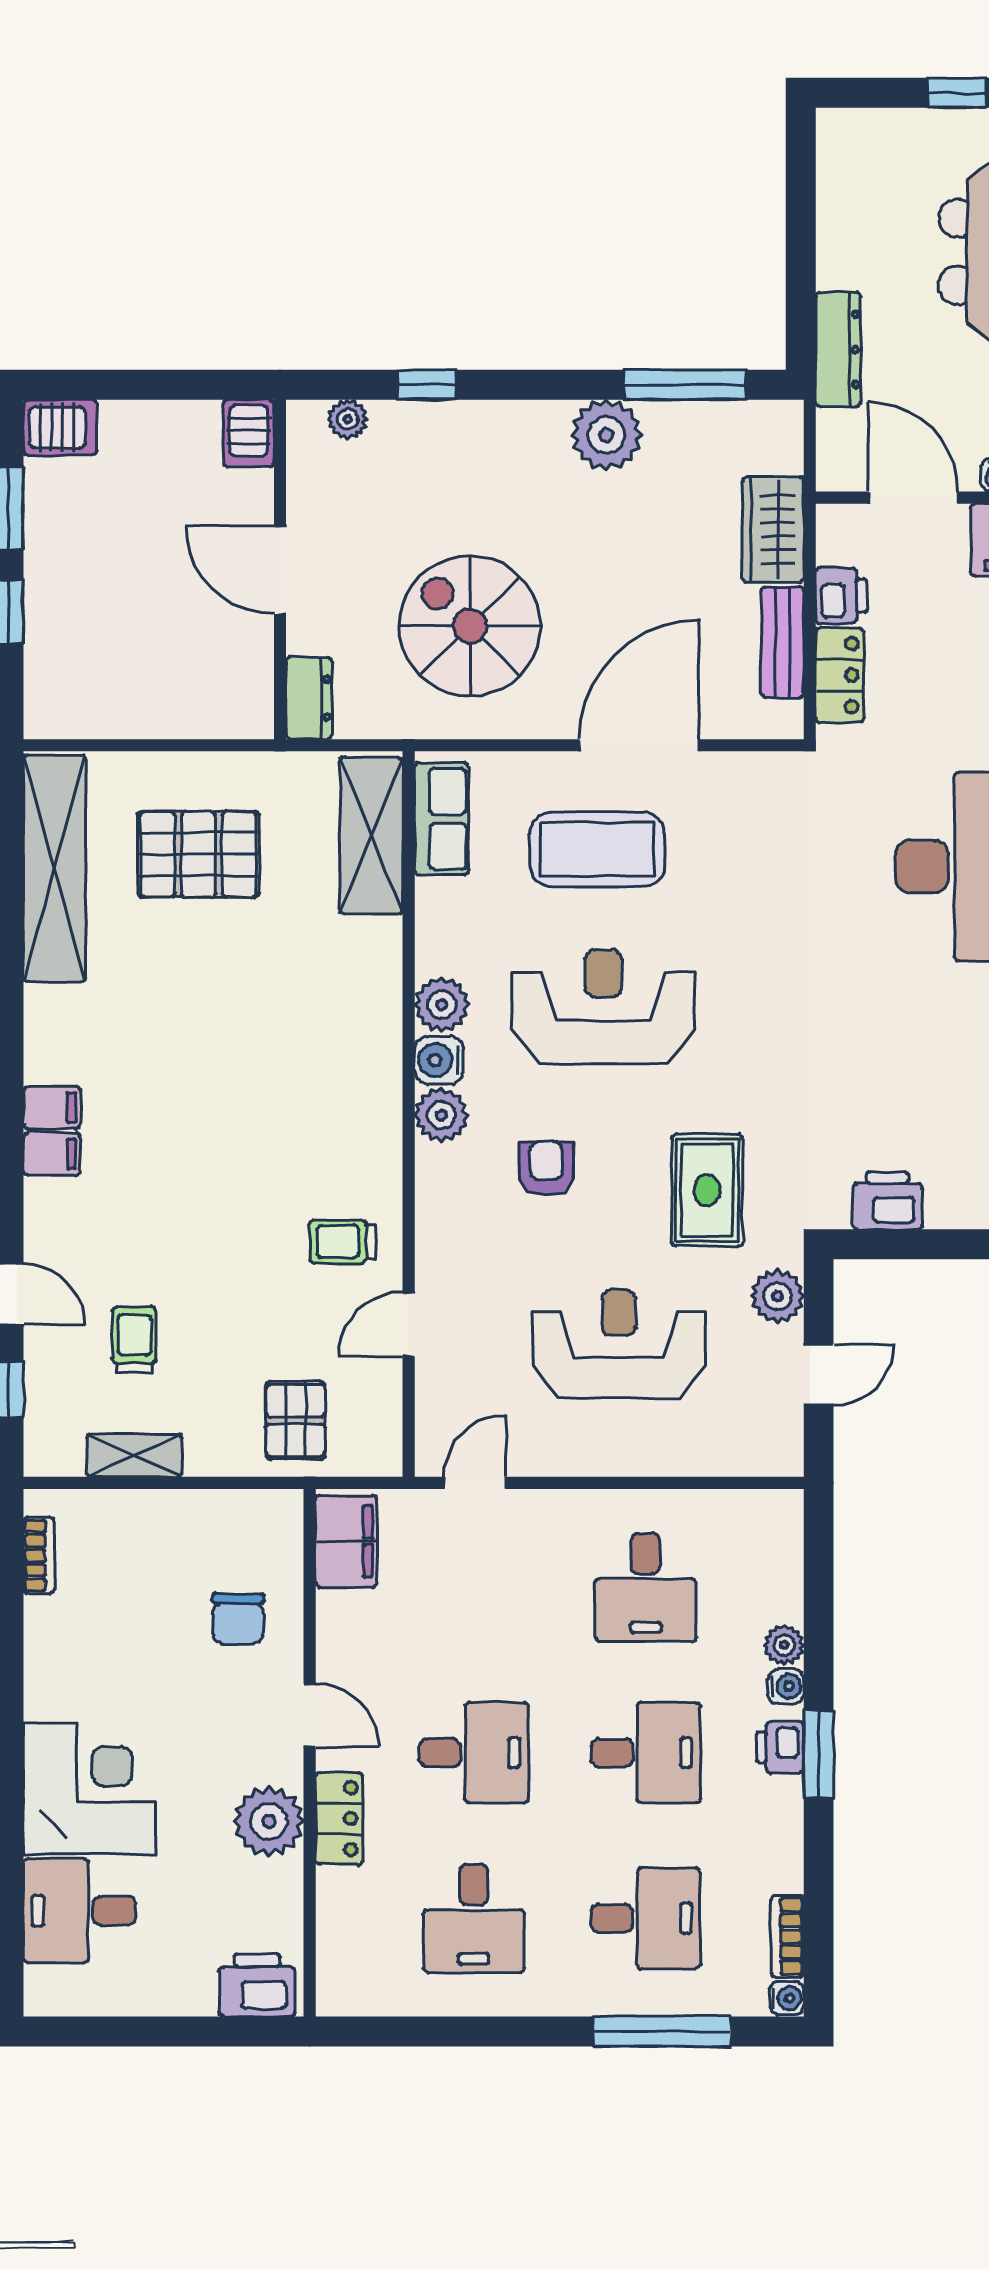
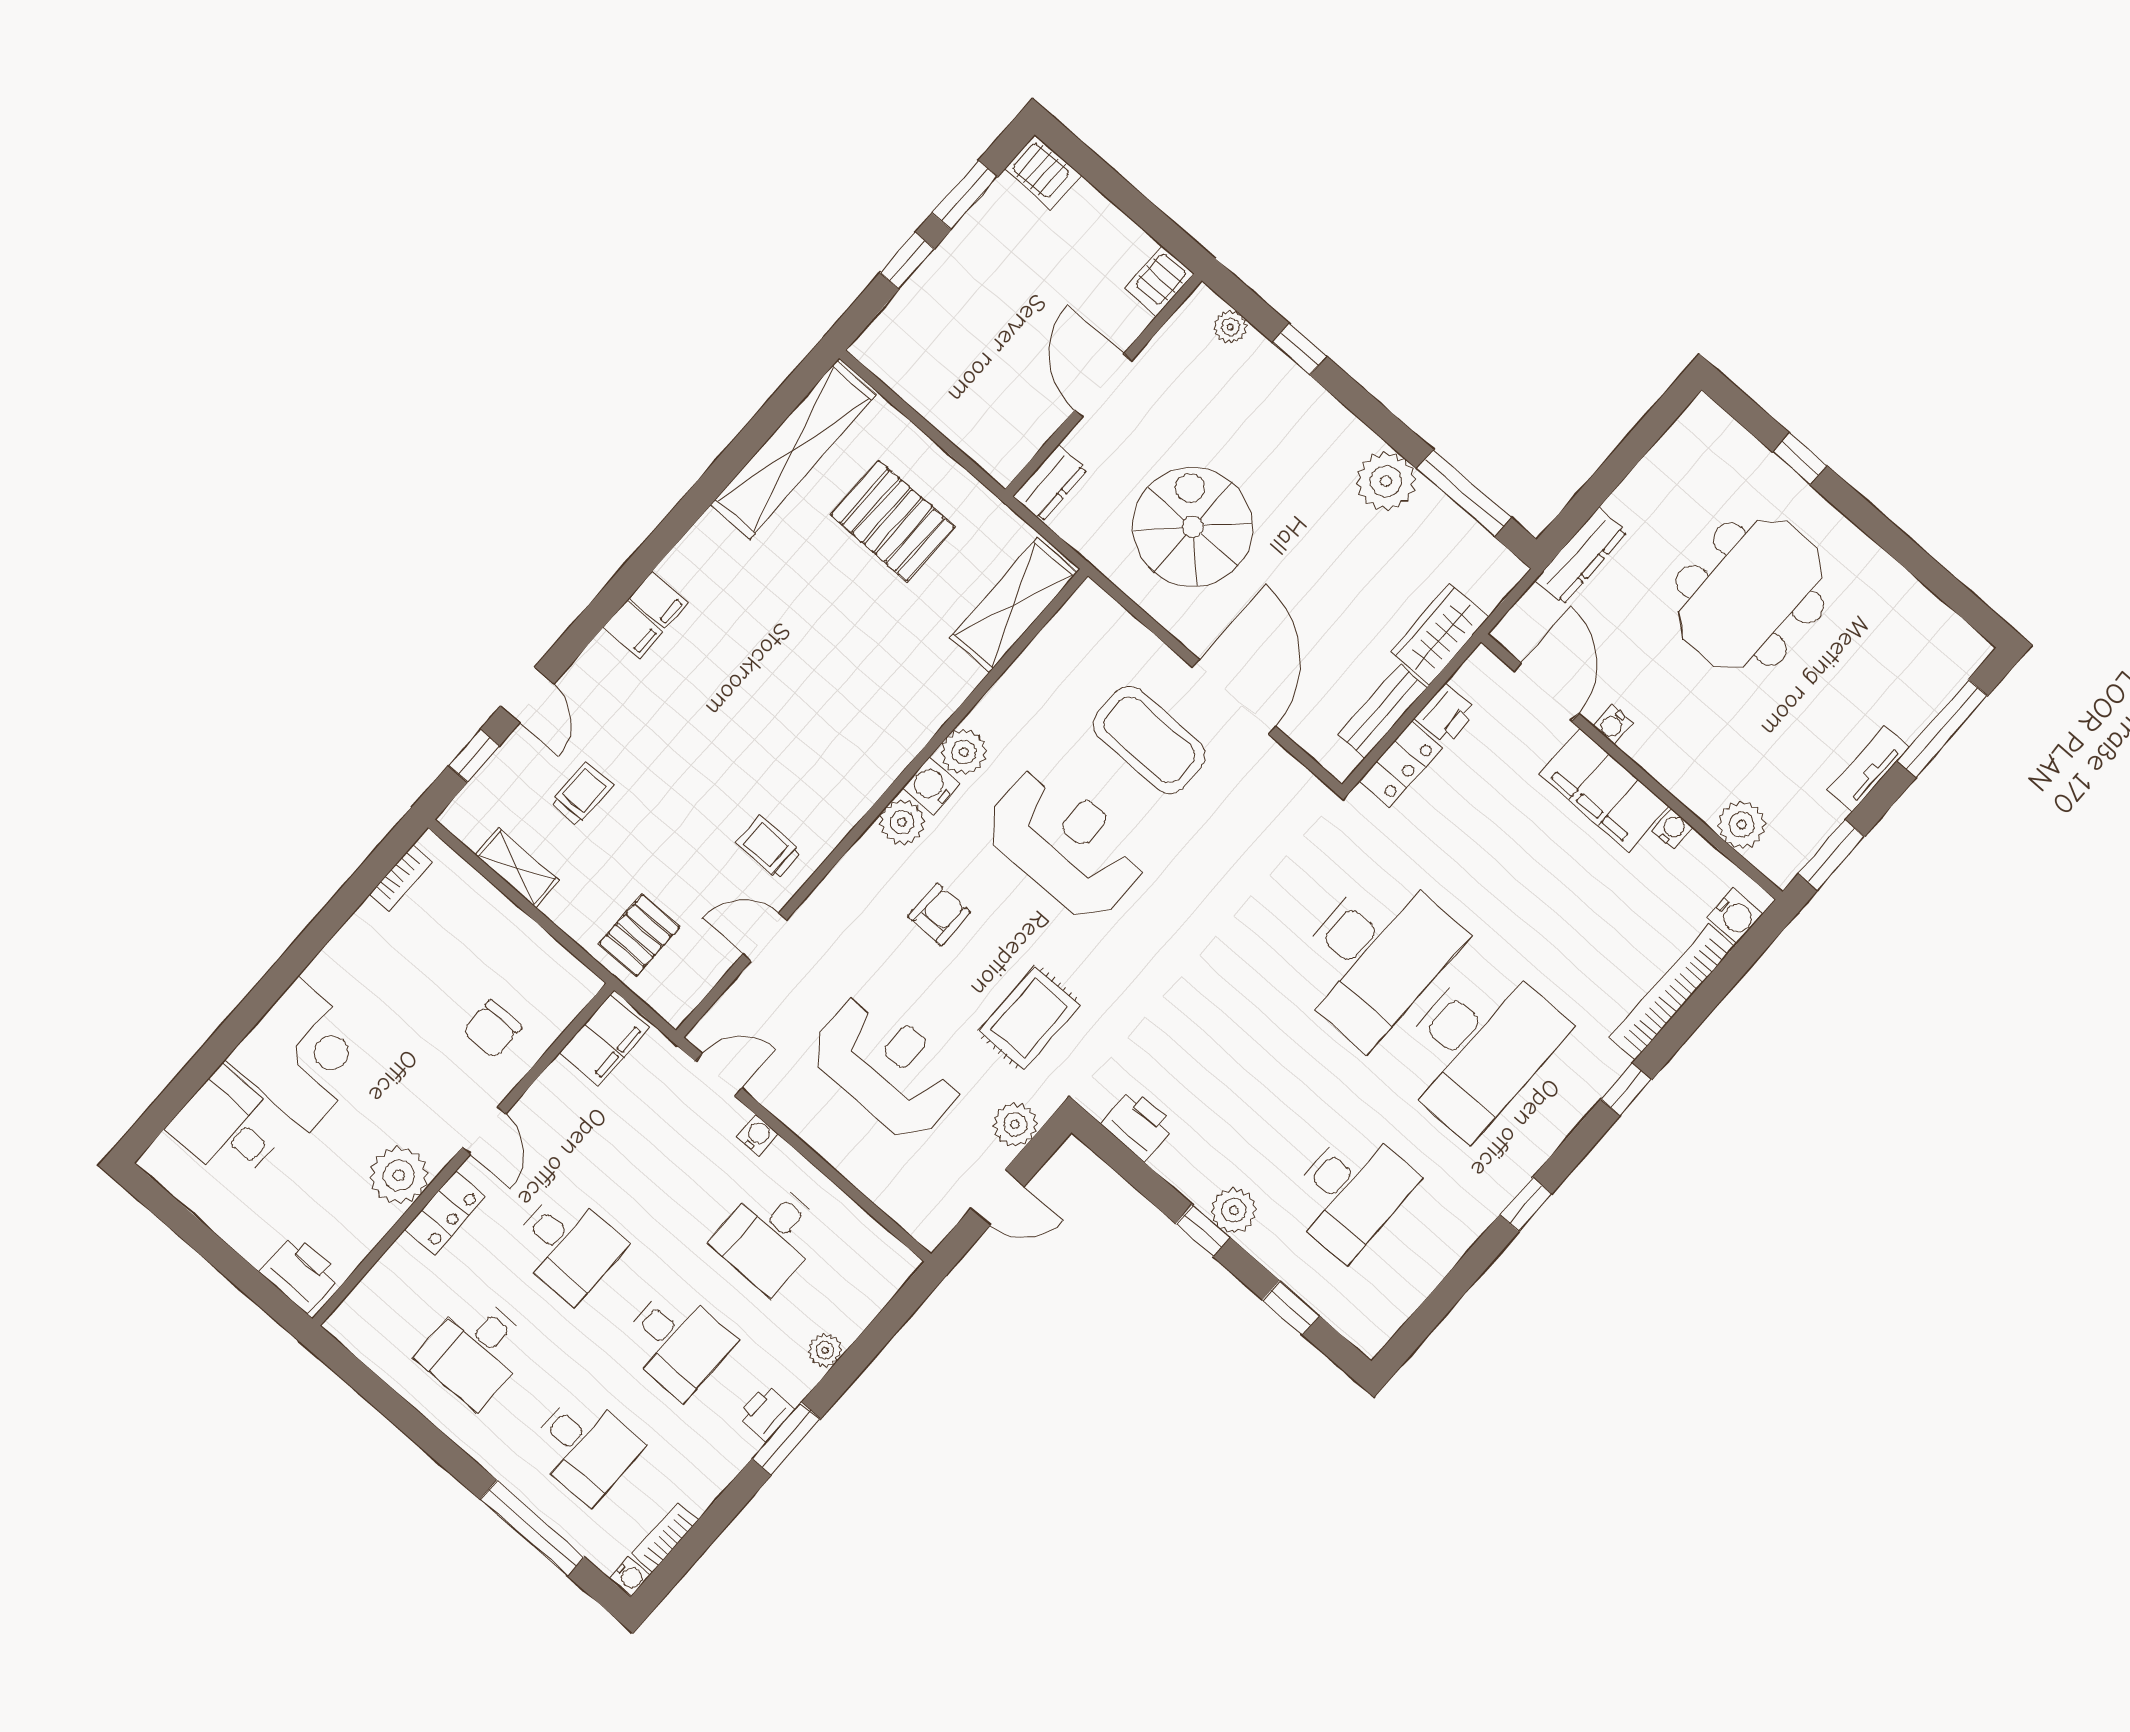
door: (639, 745) -> (1234, 697), hinge flipped
row of seats: (441, 819) -> (1067, 634), removed
water cooler: (786, 1686) -> (757, 1135), moved, turned -90

